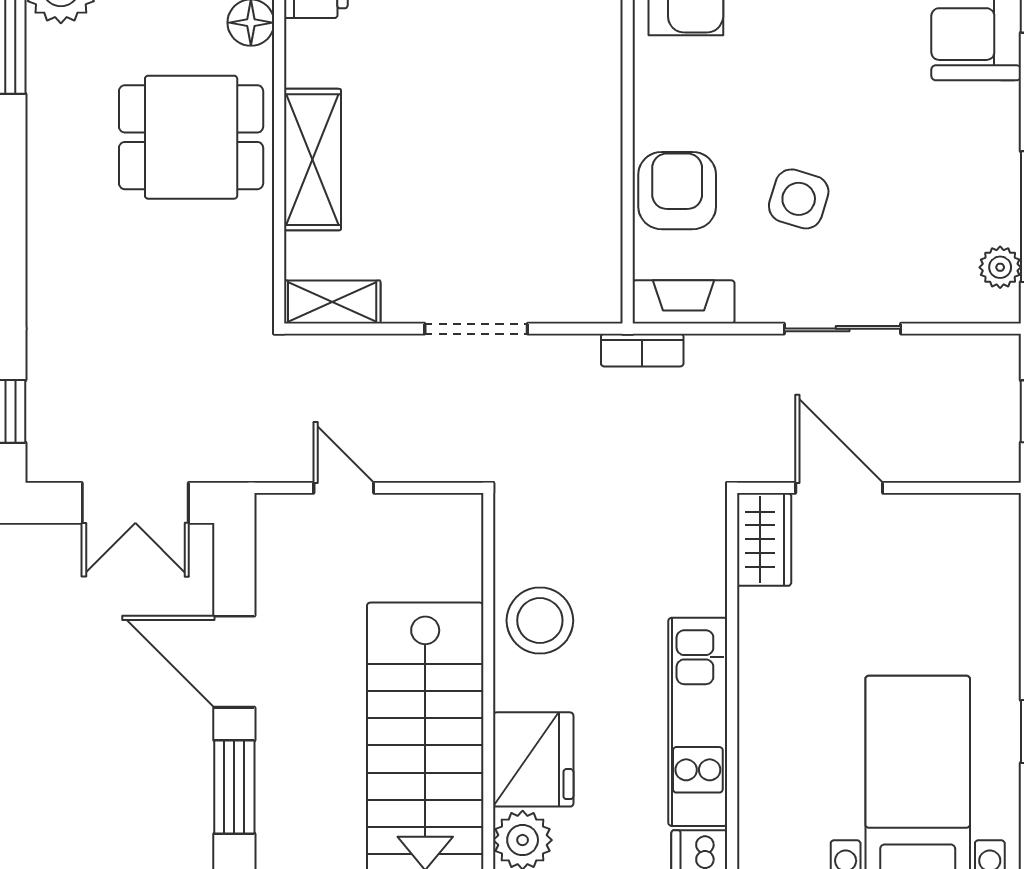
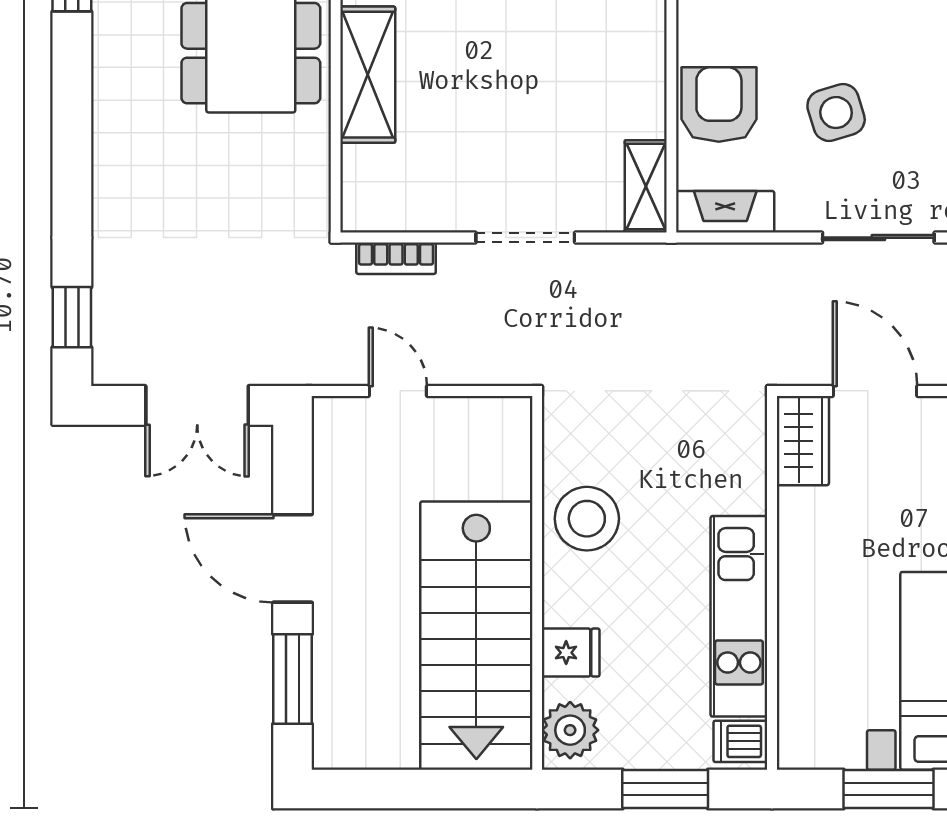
side table: (799, 199) -> (836, 113), turned -34
shelving: (332, 302) -> (646, 186), moved, turned 90
bookcase: (642, 350) -> (396, 258), moved
fridge: (533, 759) -> (571, 653), width x0.53, depth x0.75

